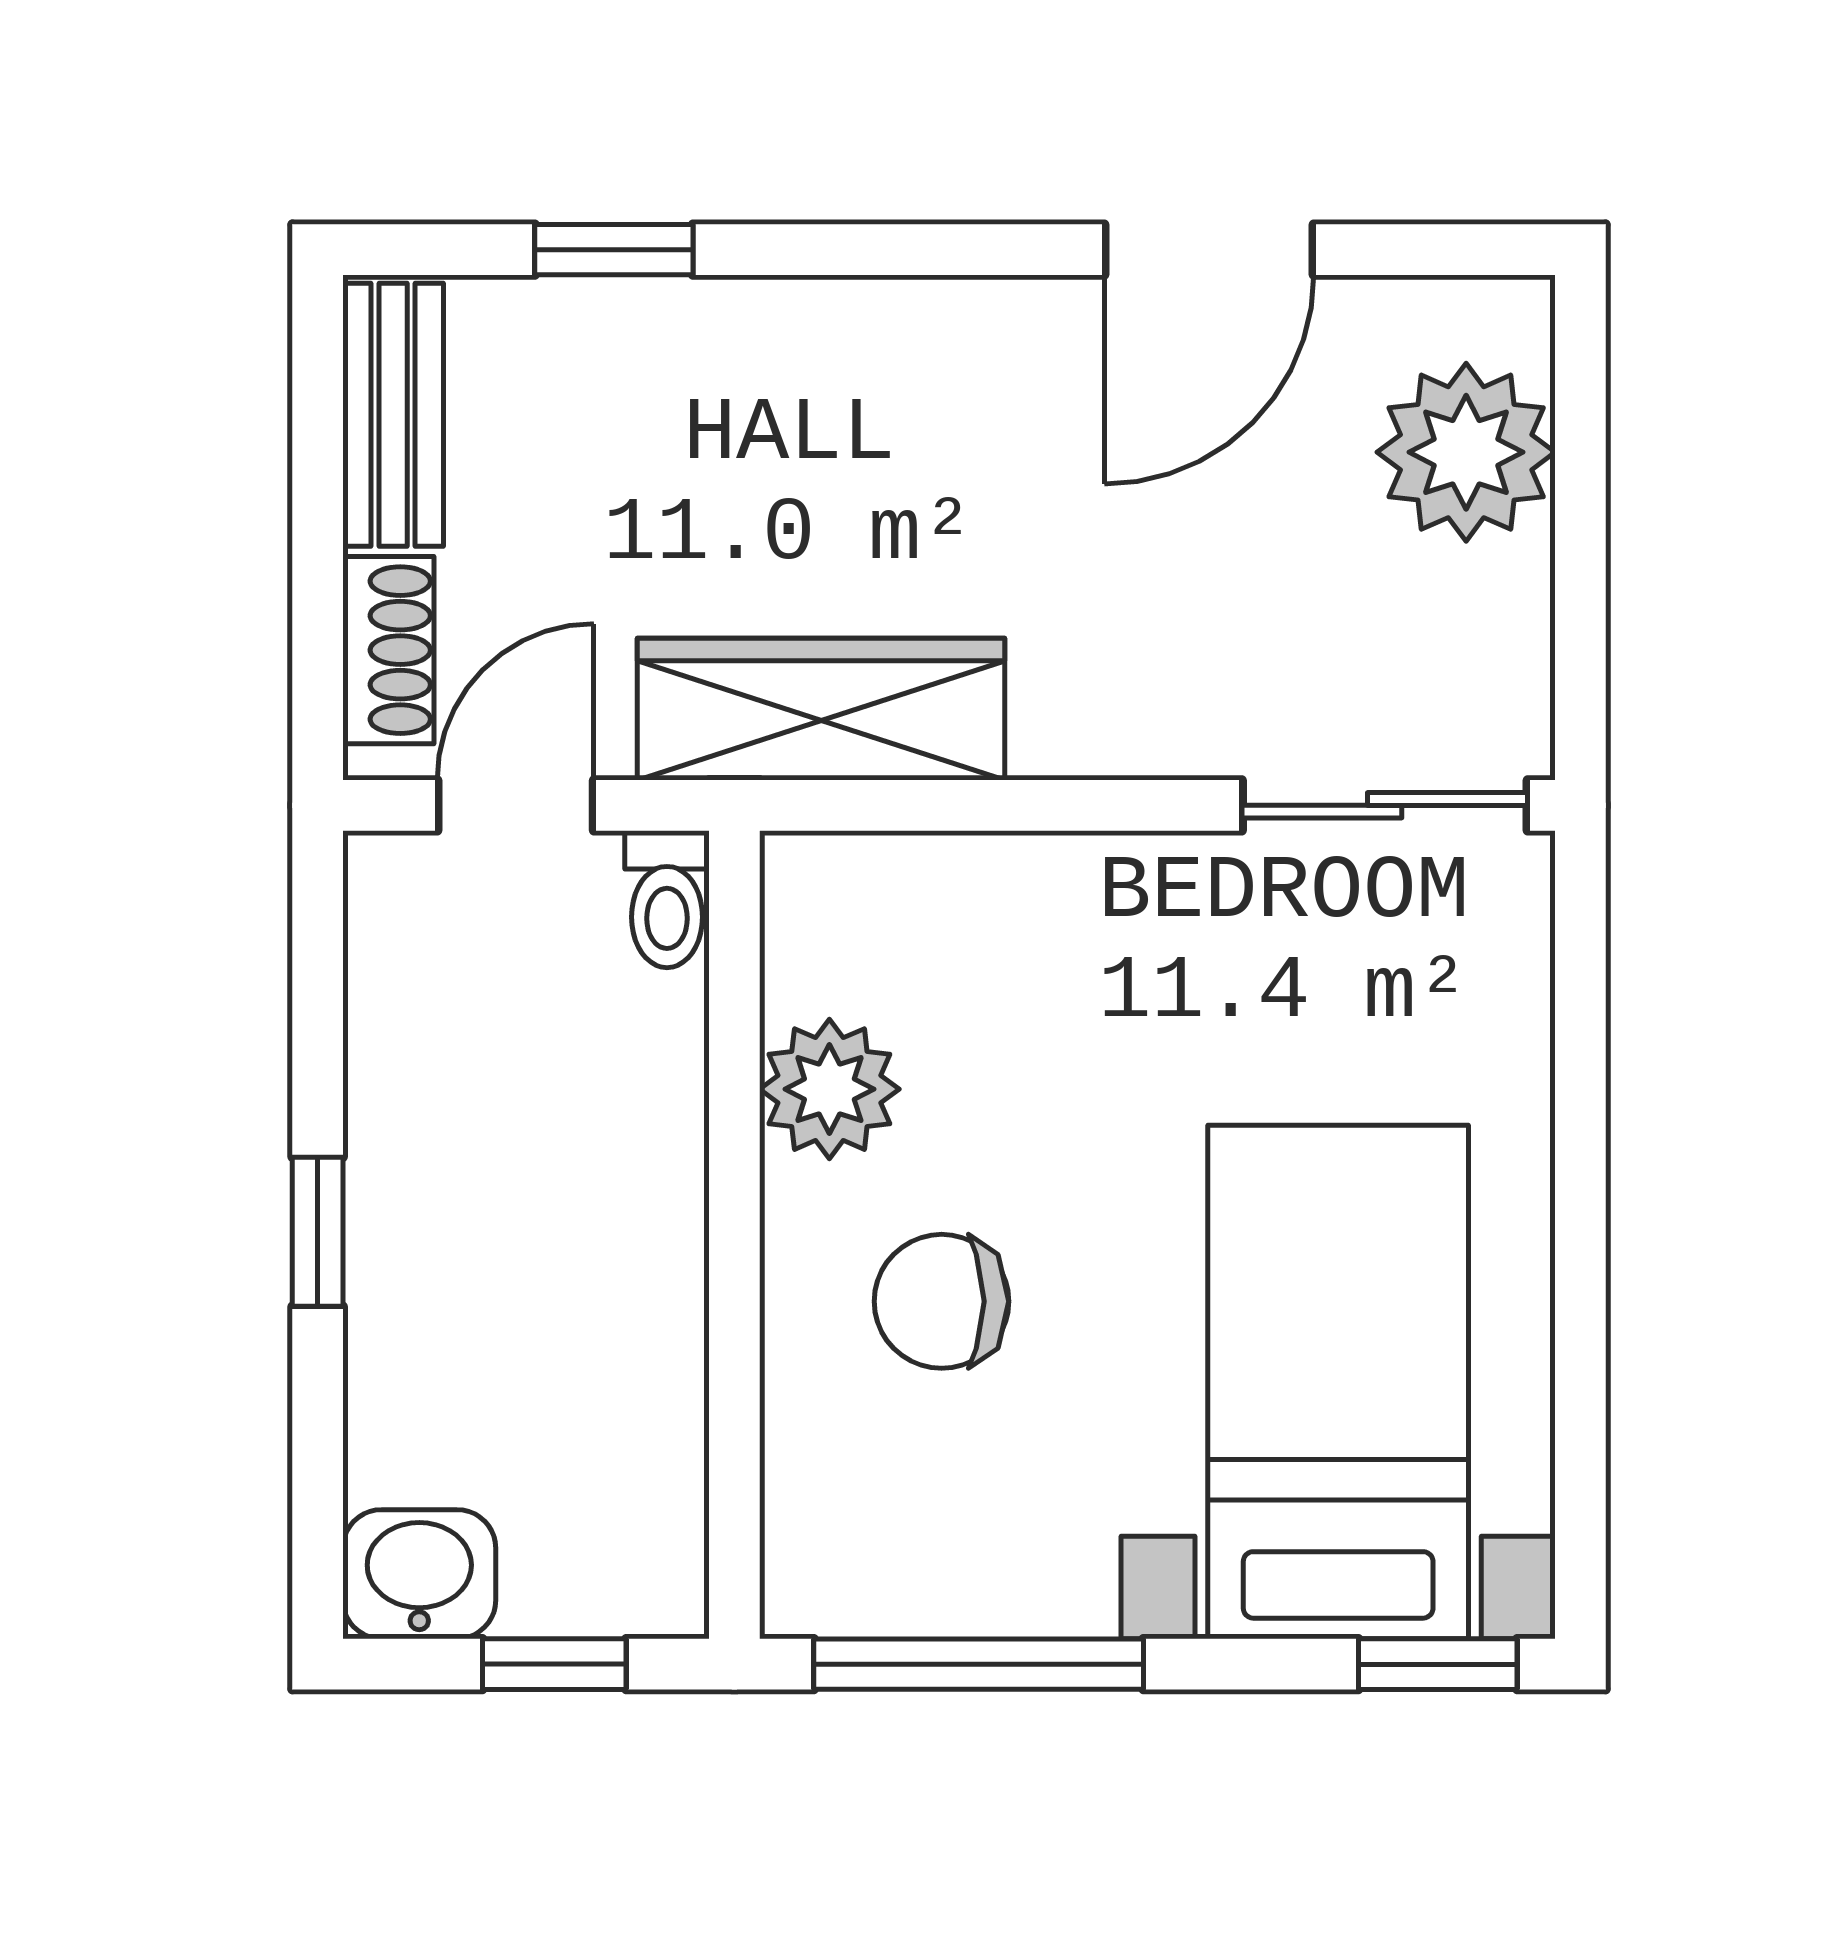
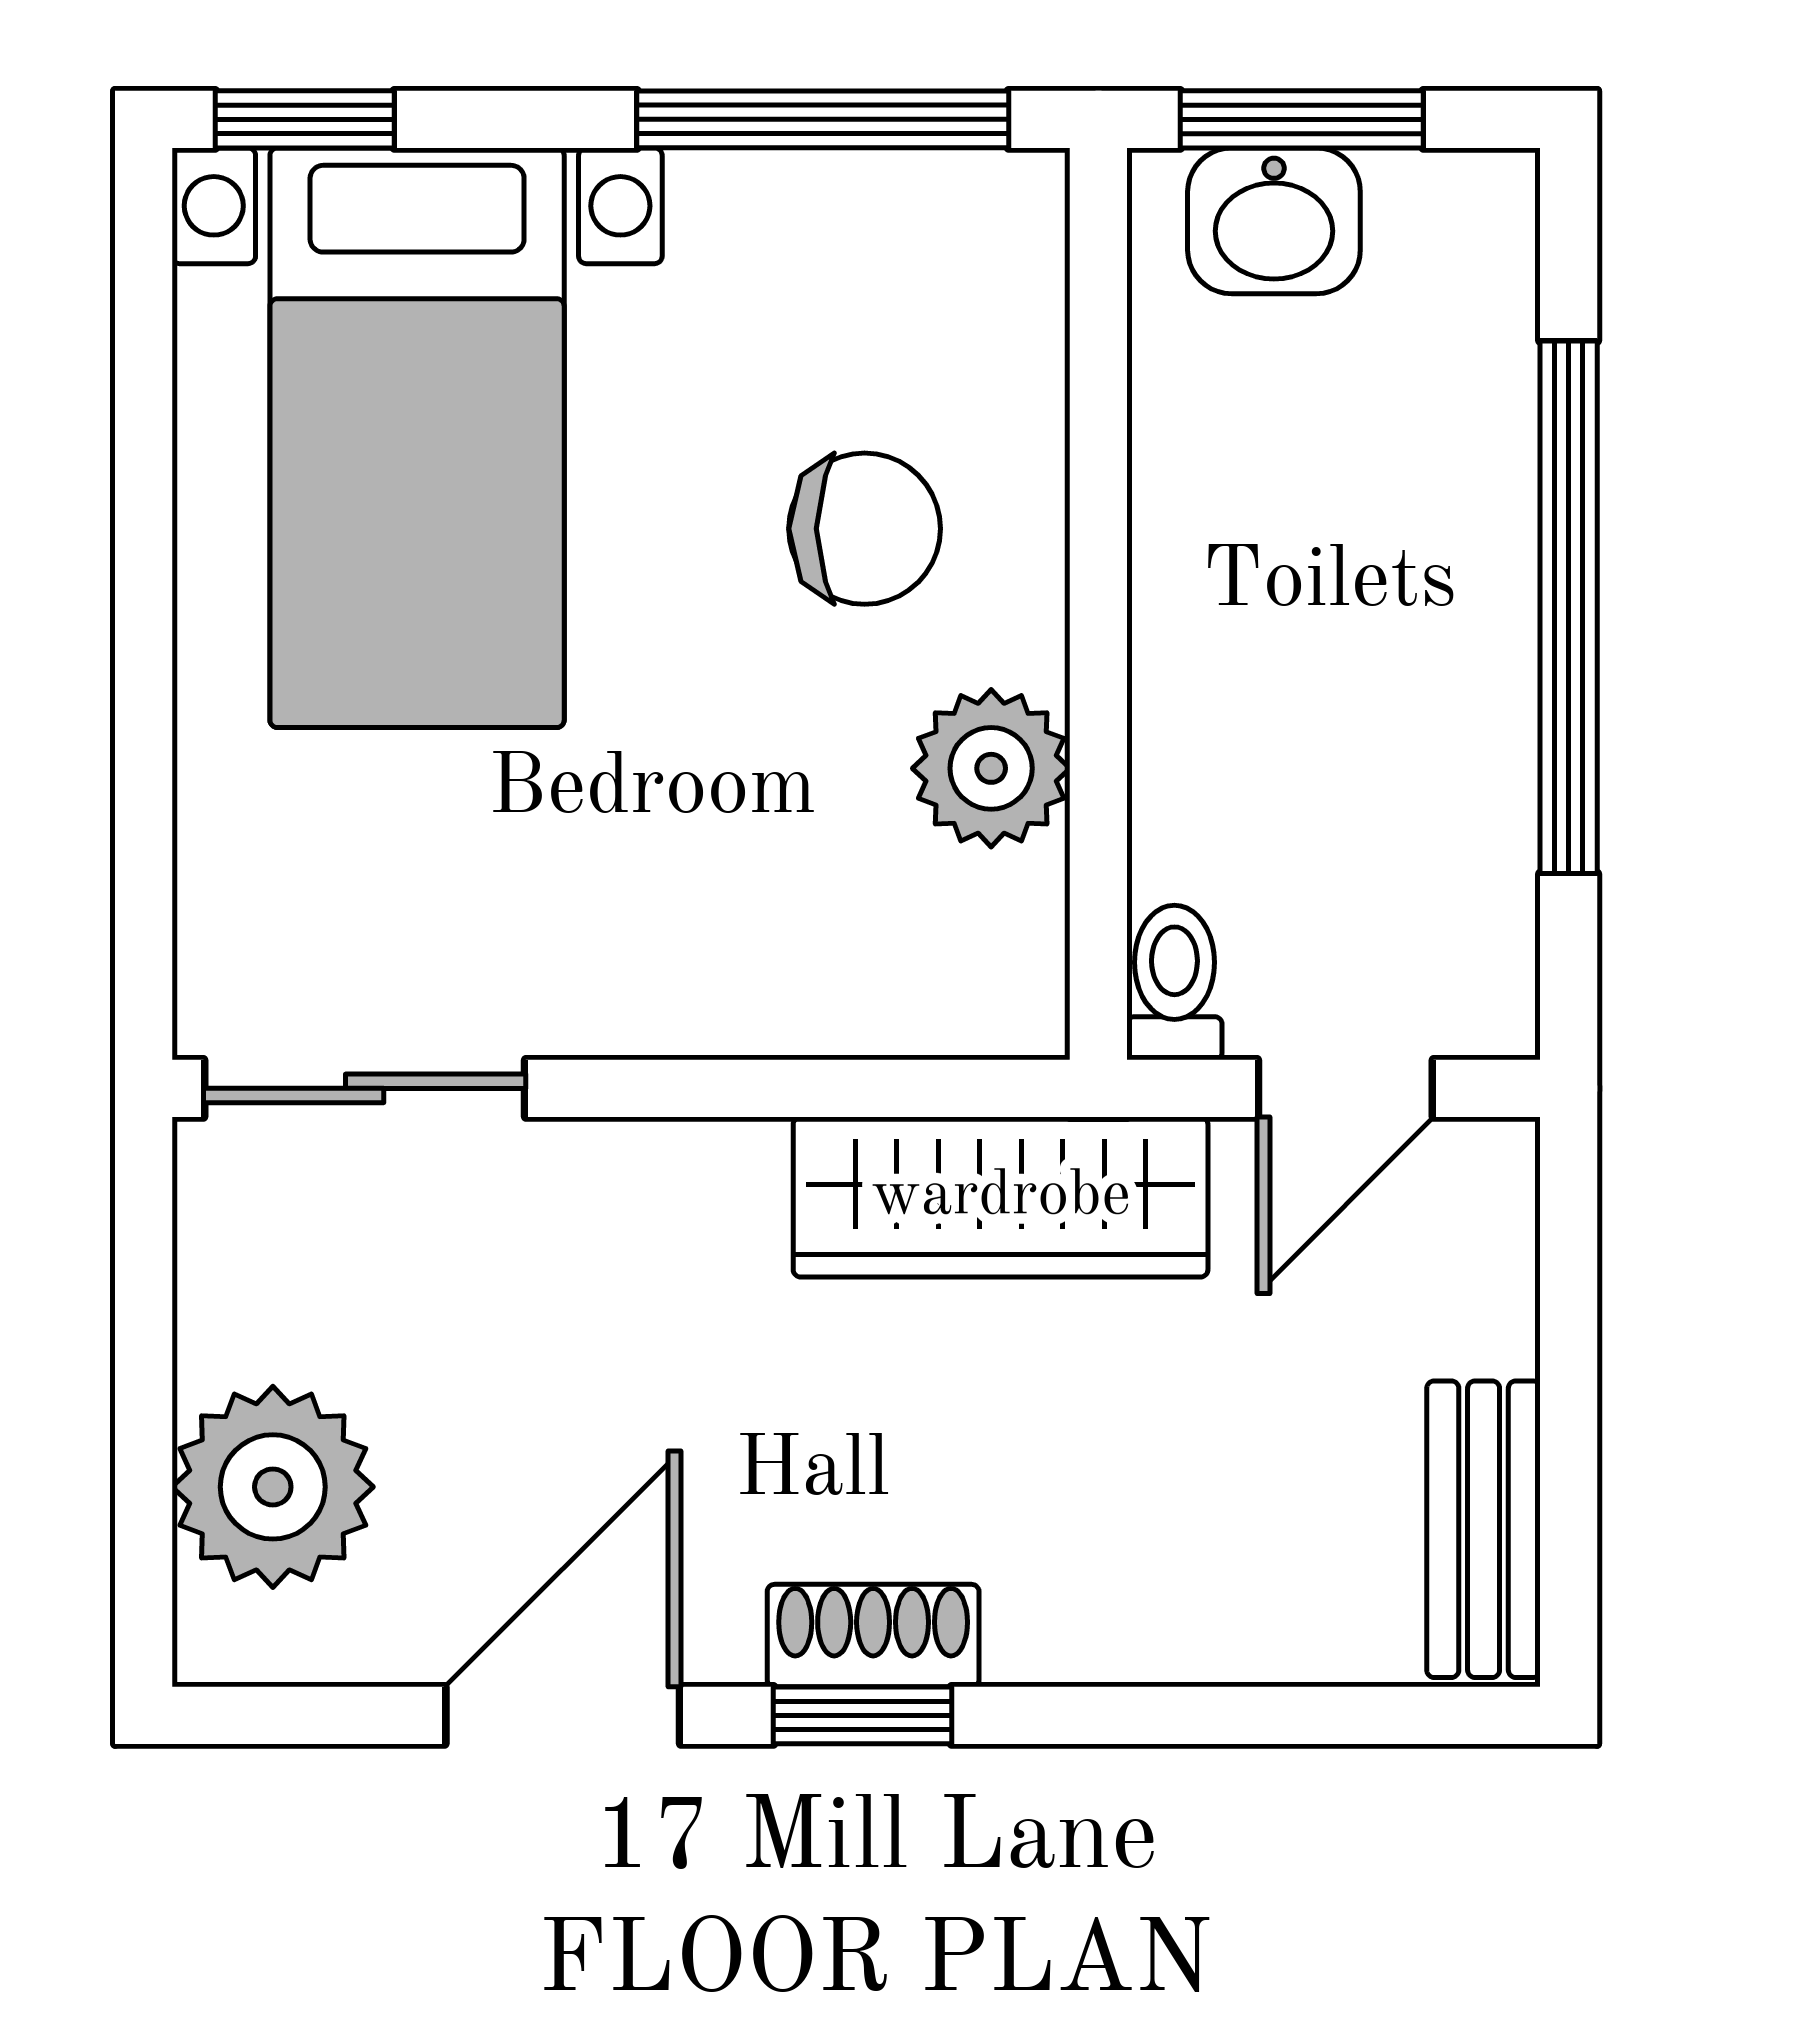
window: (614, 250) -> (862, 1715), moved
shoe rack: (388, 650) -> (873, 1636), moved, turned 90
window: (318, 1232) -> (1569, 607), width x3.17
washbasin: (419, 1574) -> (1274, 221), moved
window: (554, 1664) -> (1302, 119), width x1.50

